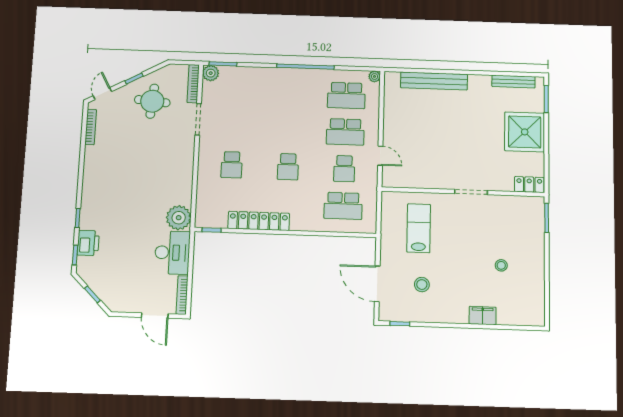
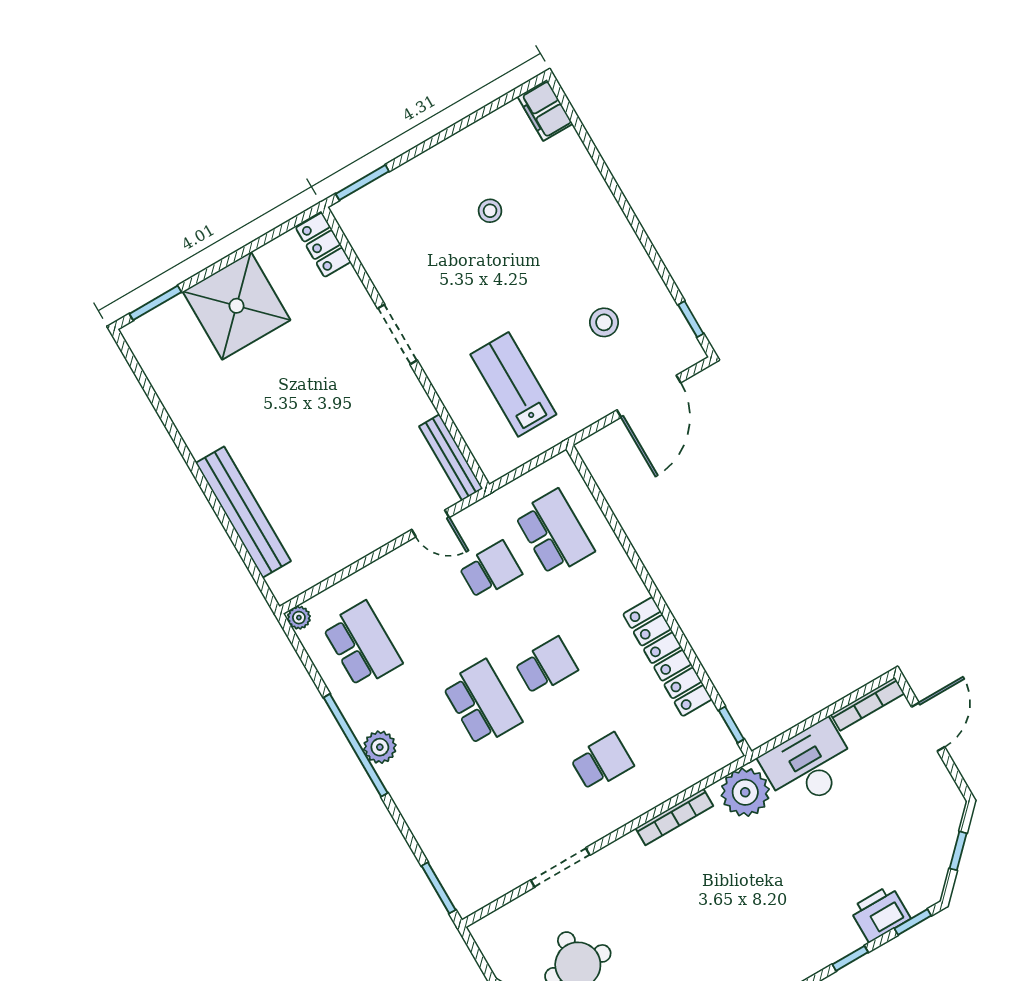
plant: (211, 73) -> (380, 747), moved
bench: (513, 82) -> (451, 457), moved
bookcase: (193, 84) -> (674, 817), moved
school desk: (345, 132) -> (482, 703), moved
door: (380, 156) -> (430, 523), swing flipped
lab bench: (419, 228) -> (513, 384), turned 90
filing cabinet: (483, 316) -> (545, 110), moved

